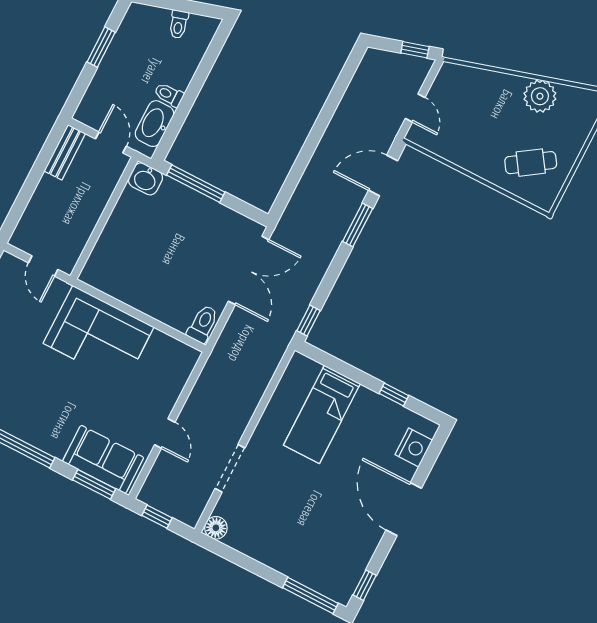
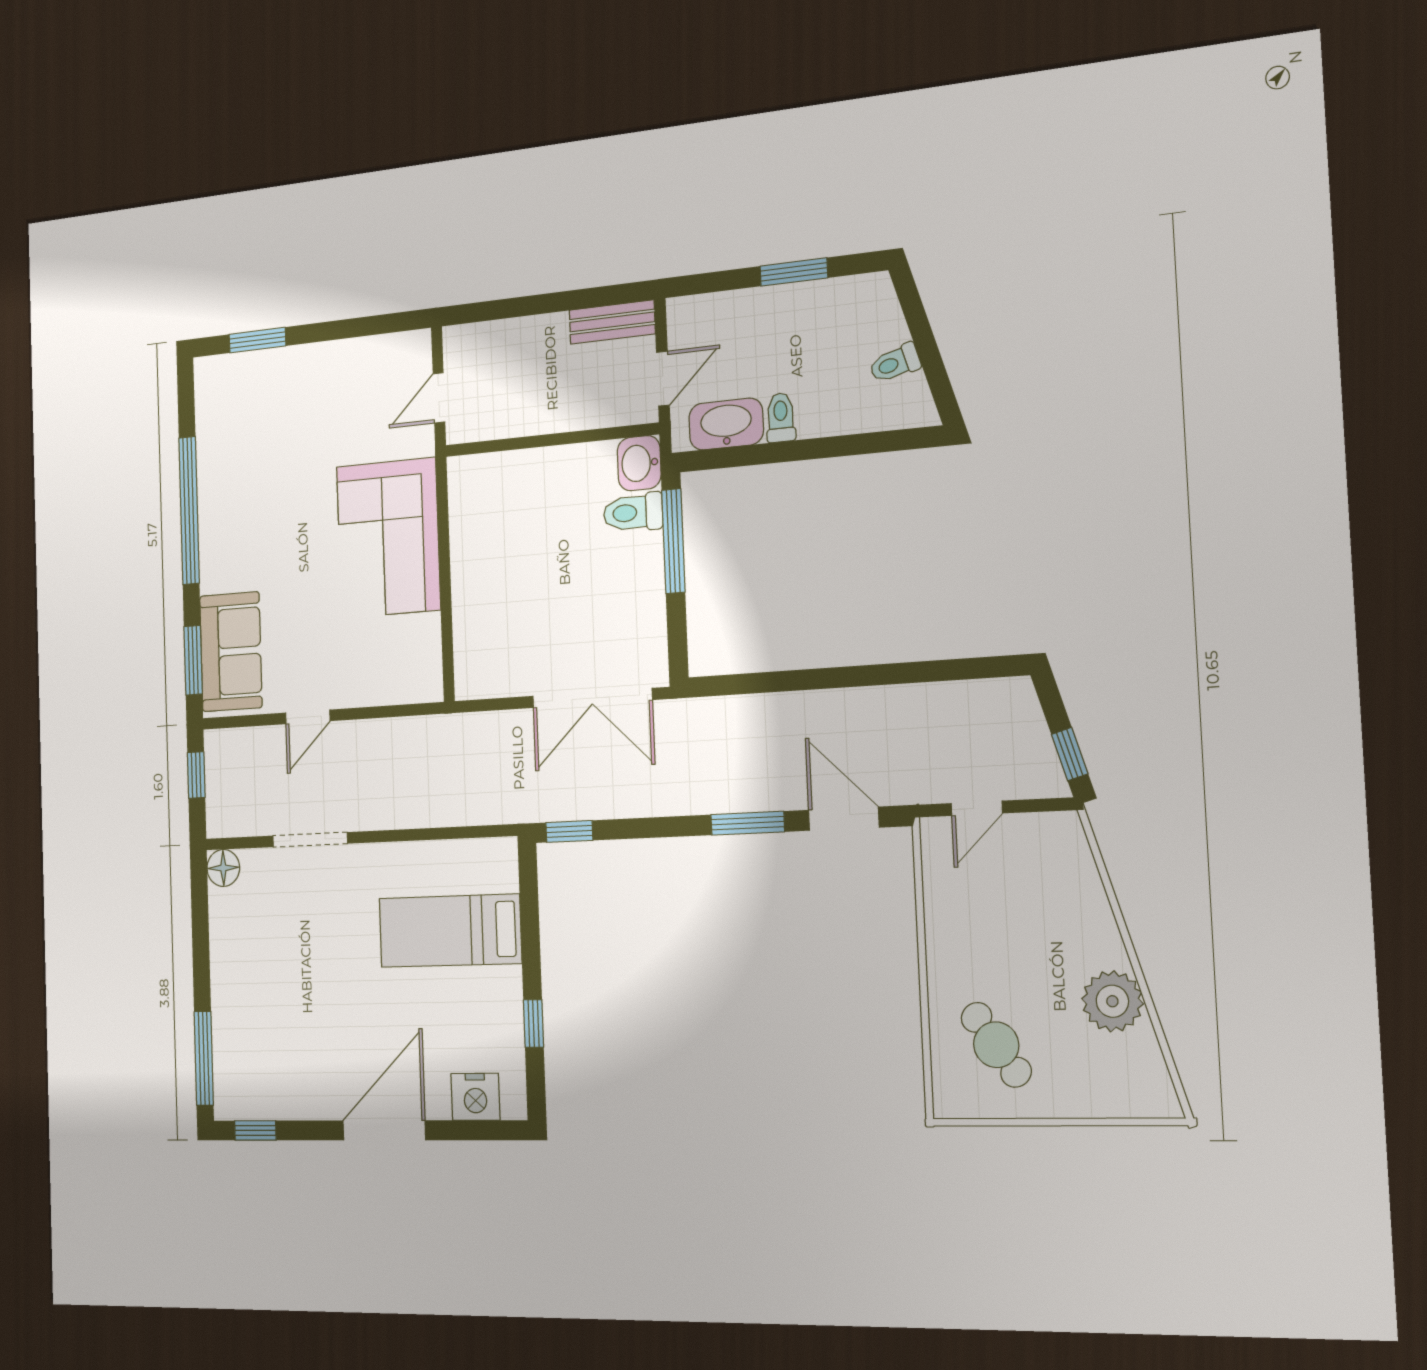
toilet: (203, 324) -> (633, 512), moved, turned 180

